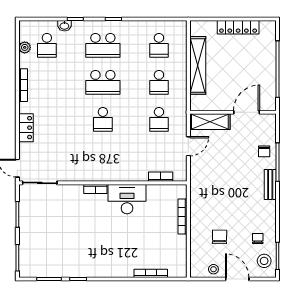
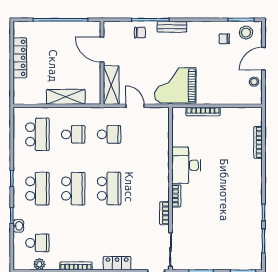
school desk: (159, 45) -> (37, 134), width x1.85
shelving: (198, 65) -> (66, 97), width x0.68
school desk: (103, 119) -> (109, 189), width x1.85
bookcase: (161, 177) -> (164, 213), moved
grand piano: (210, 188) -> (175, 85), added
chair: (220, 237) -> (223, 76), removed

